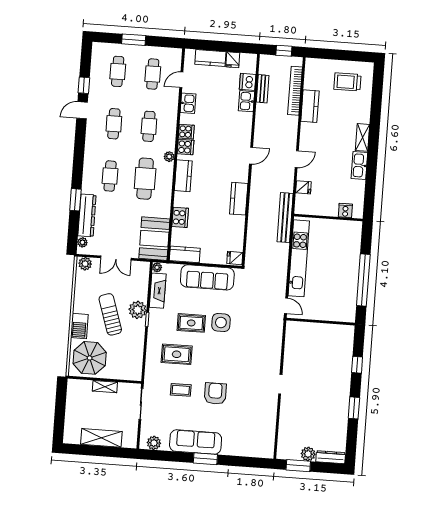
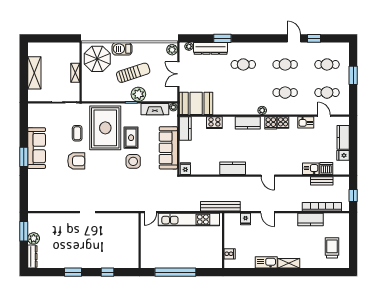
cafe table: (145, 179) -> (243, 93), removed
rug: (177, 354) -> (105, 128), width x1.86, depth x2.06
plant: (154, 443) -> (33, 115), removed

